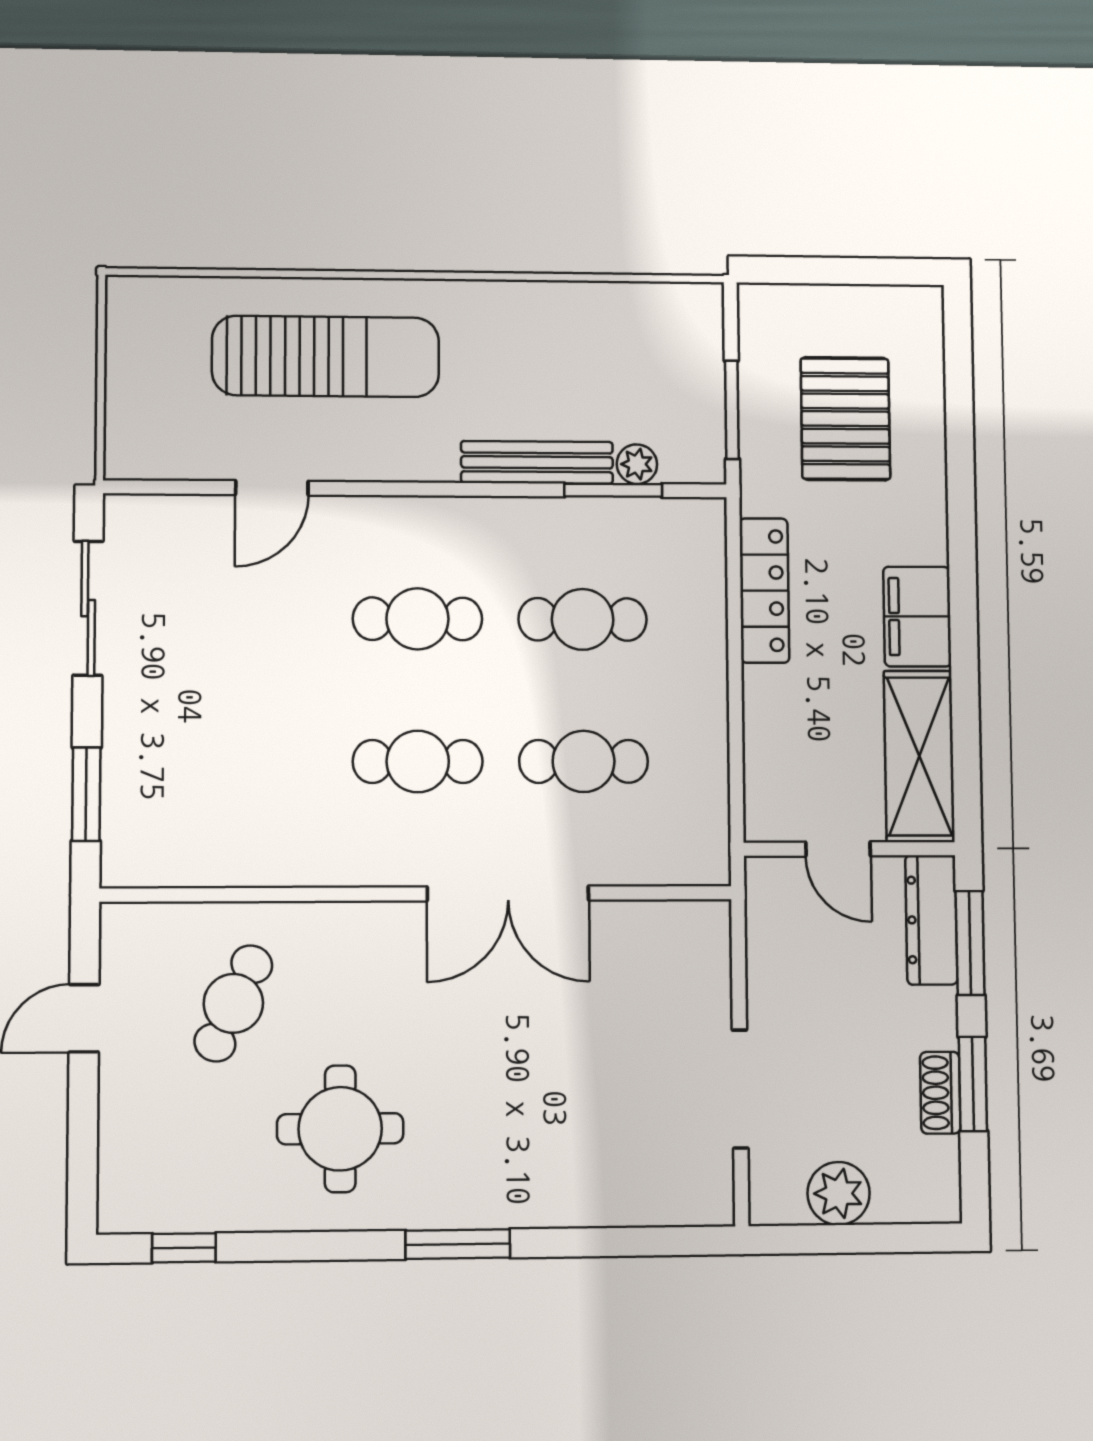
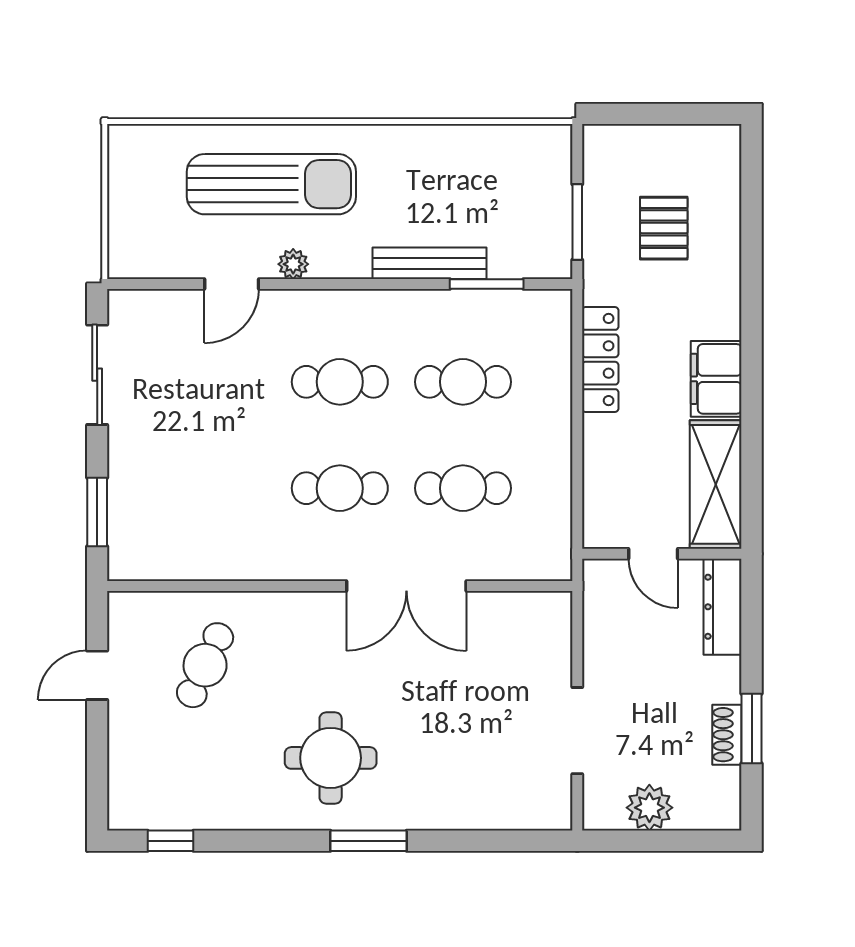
pallet: (845, 419) -> (664, 228), width x0.67, depth x0.71
plant: (637, 464) -> (293, 264), moved
window: (970, 943) -> (752, 624), removed
round table: (340, 1129) -> (331, 758), moved

